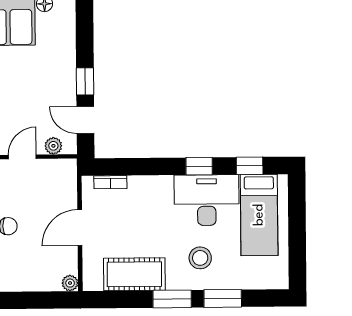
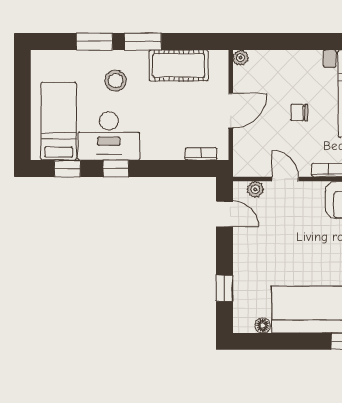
window: (85, 81) -> (224, 288), moved
door: (22, 157) -> (285, 179), swing flipped

